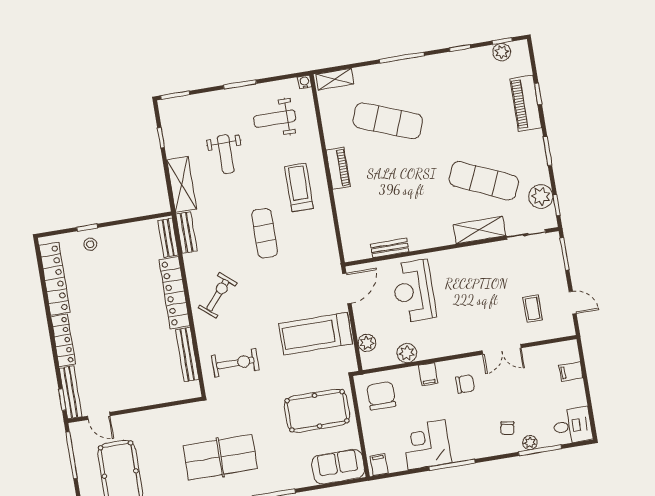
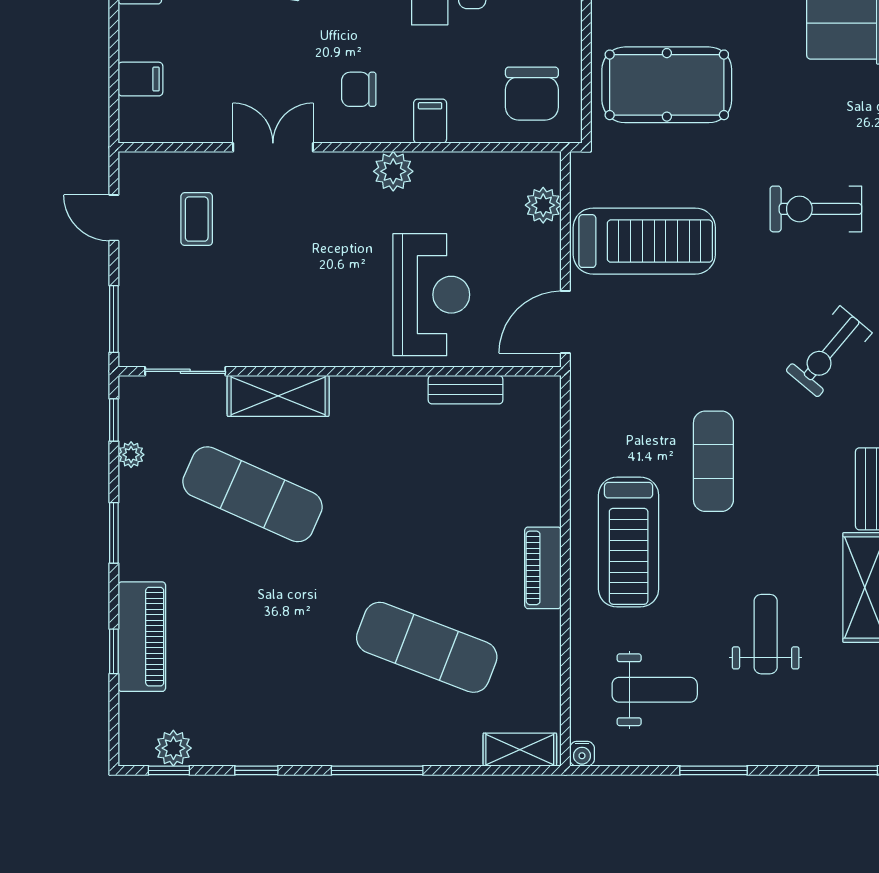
treadmill: (299, 188) -> (629, 542), width x1.37, depth x1.38
plant: (541, 196) -> (131, 455), width x0.53, depth x0.53
plant: (407, 353) -> (393, 171), moved

